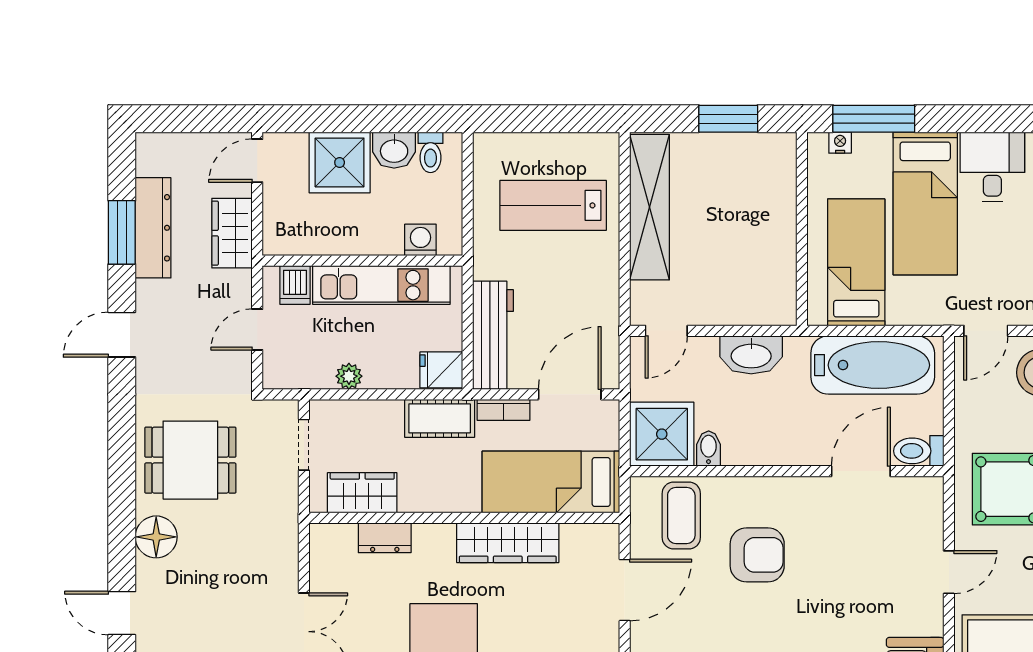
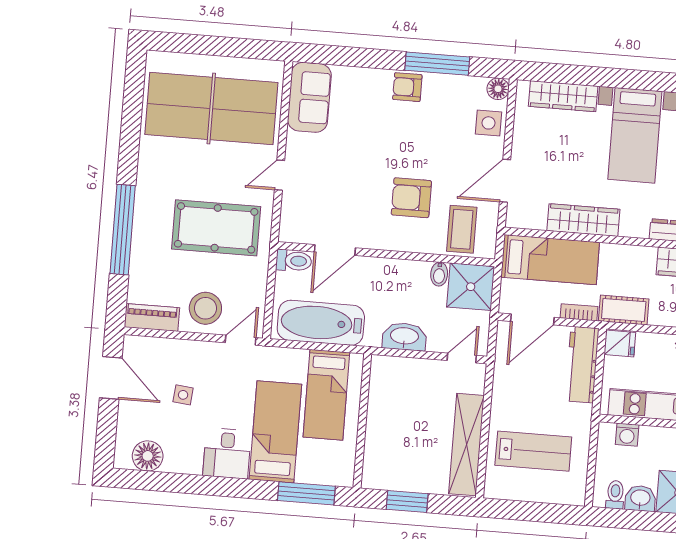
nightstand: (840, 143) -> (331, 479), removed

